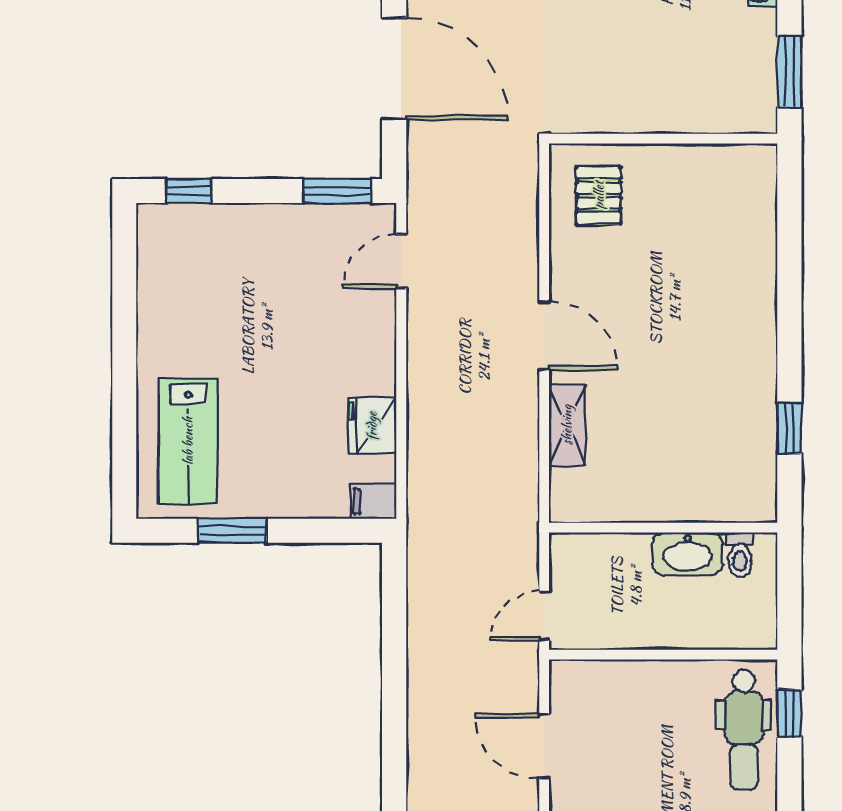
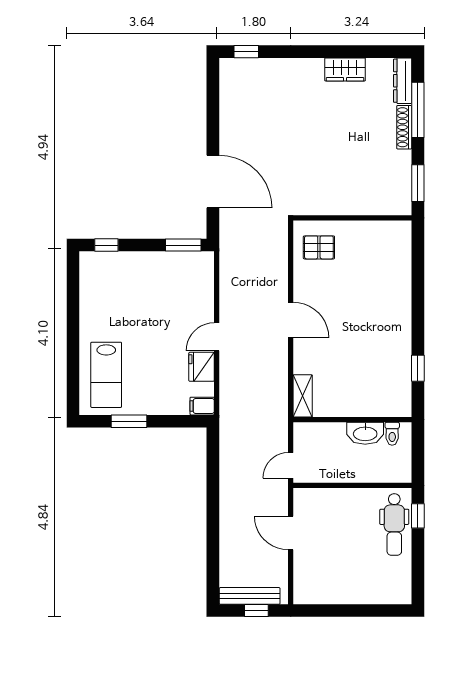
pallet: (599, 195) -> (319, 247), turned 90
door: (401, 261) -> (217, 337), moved
shelving: (567, 425) -> (303, 396), moved

